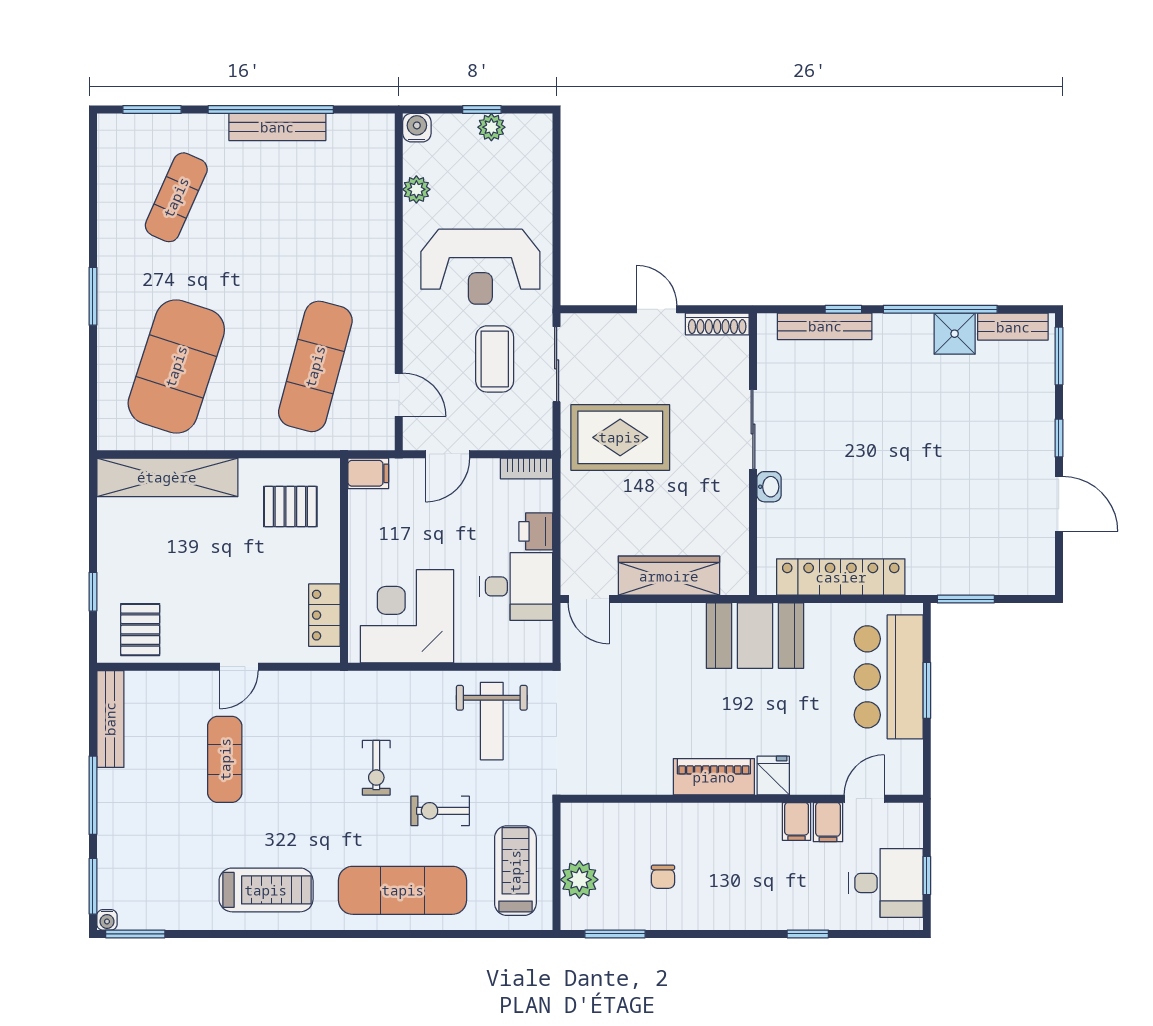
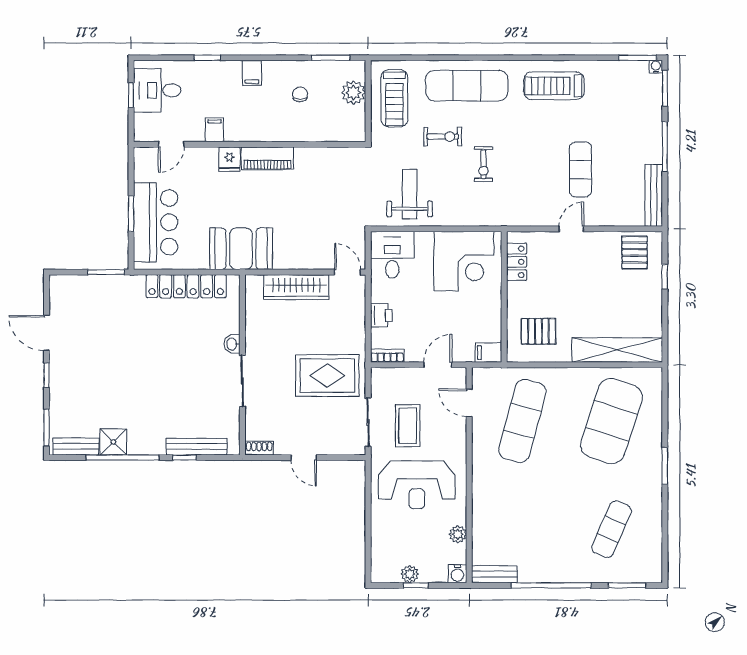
bench: (277, 127) -> (494, 574), moved, width x0.73
reception desk: (480, 267) -> (417, 485), turned 180
shoe rack: (717, 324) -> (259, 448), width x0.70
desk: (516, 586) -> (392, 255), moved, turned 90
exercise bike: (376, 768) -> (483, 164), turned 180
filing cabinet: (828, 822) -> (252, 73), moved, turned 180

